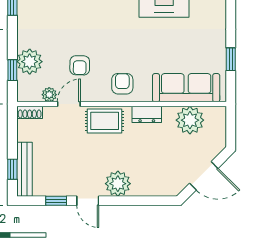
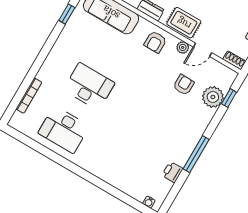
armchair: (80, 65) -> (184, 85), moved
plant: (49, 95) -> (183, 47), moved

